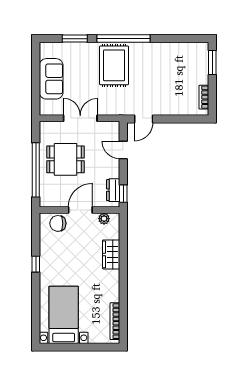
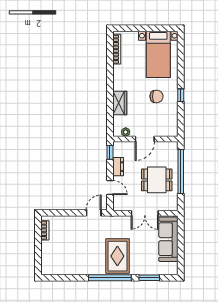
window: (212, 62) -> (38, 258), removed
sofa: (51, 79) -> (168, 239), width x1.36
dresser: (113, 190) -> (118, 167), moved
chair: (58, 223) -> (156, 96), moved

